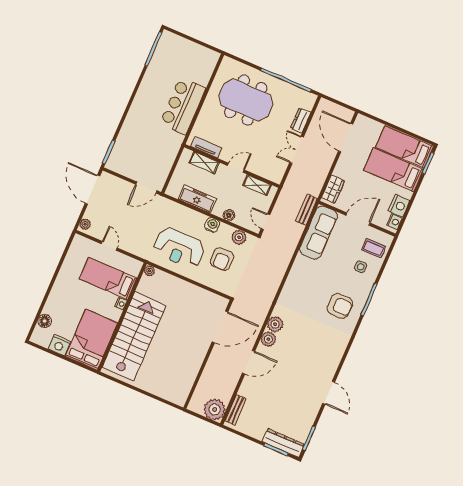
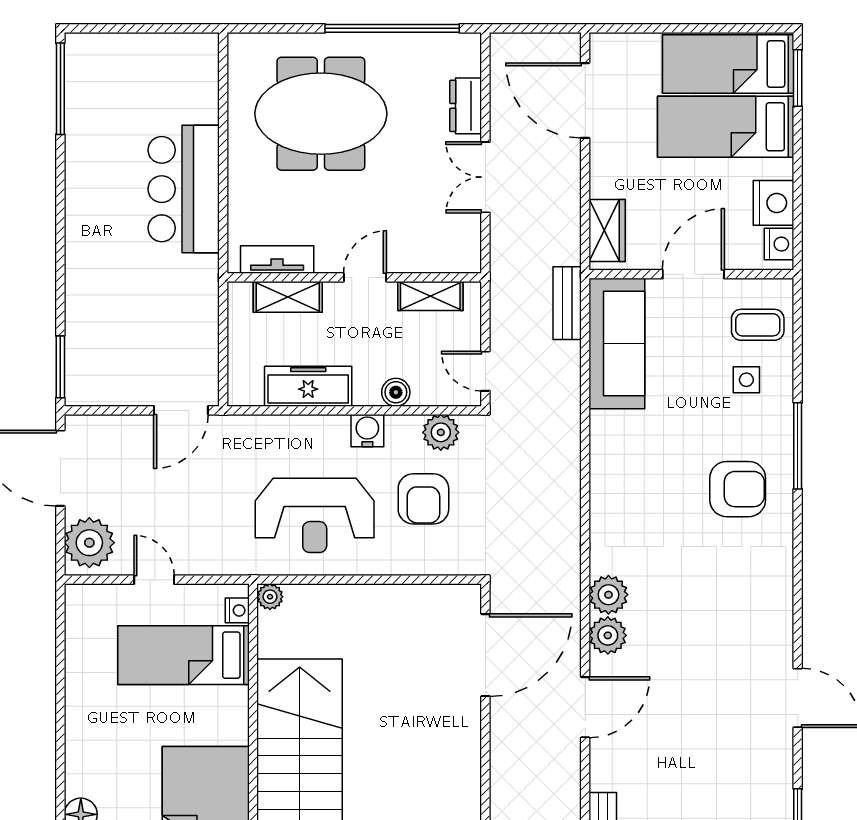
plant: (85, 224) -> (89, 543), width x1.87, depth x1.87
nightstand: (121, 304) -> (237, 610), moved

